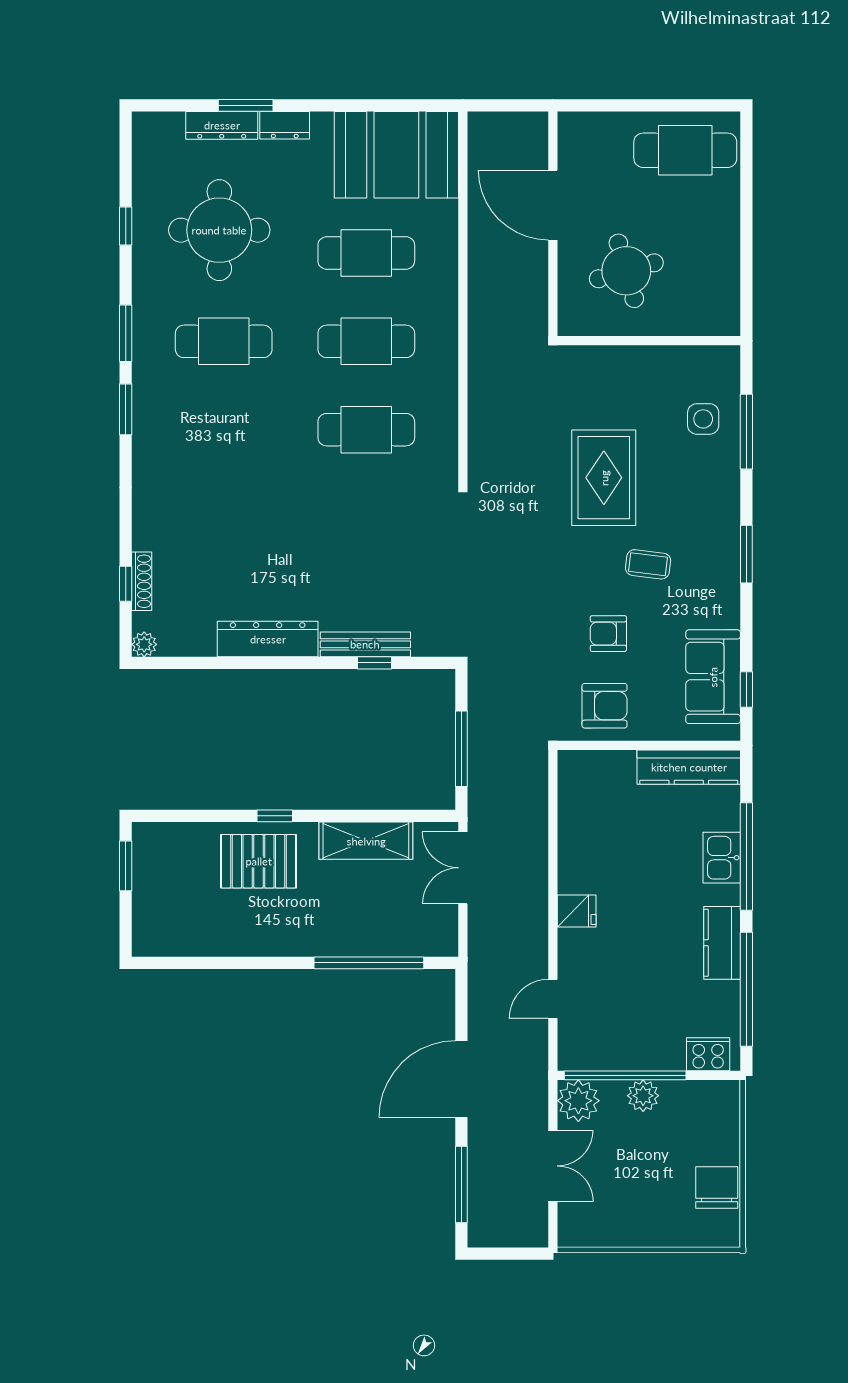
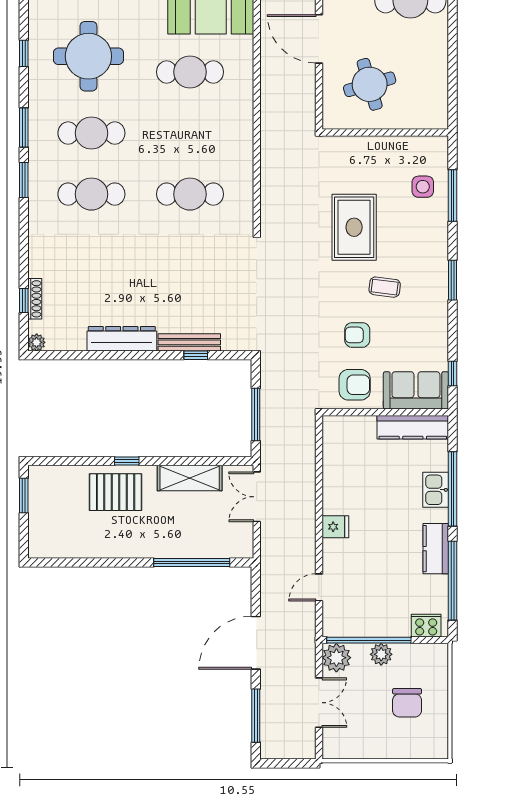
cafe table: (366, 341) -> (91, 194), moved
sofa: (713, 677) -> (416, 390), moved, turned 90
chair: (717, 1187) -> (407, 703), moved, turned 180

